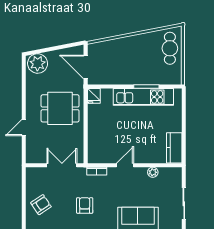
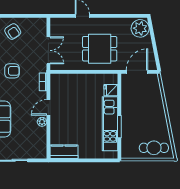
fridge: (94, 96) -> (111, 90), moved
dining table: (60, 108) -> (100, 49), turned 90
door: (125, 165) -> (48, 107), swing flipped
plant: (153, 172) -> (42, 122), moved

